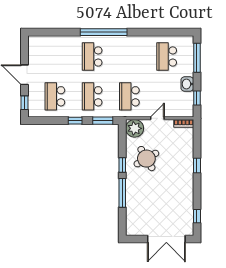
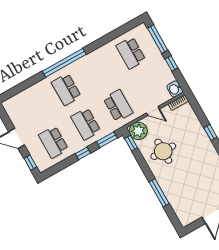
washbasin: (187, 84) -> (175, 89), moved
school desk: (129, 96) -> (118, 106), turned 180
window: (197, 98) -> (171, 63), moved
door: (157, 118) -> (153, 111), swing flipped
round table: (146, 159) -> (163, 151), turned 30
window: (122, 165) -> (131, 143), moved

